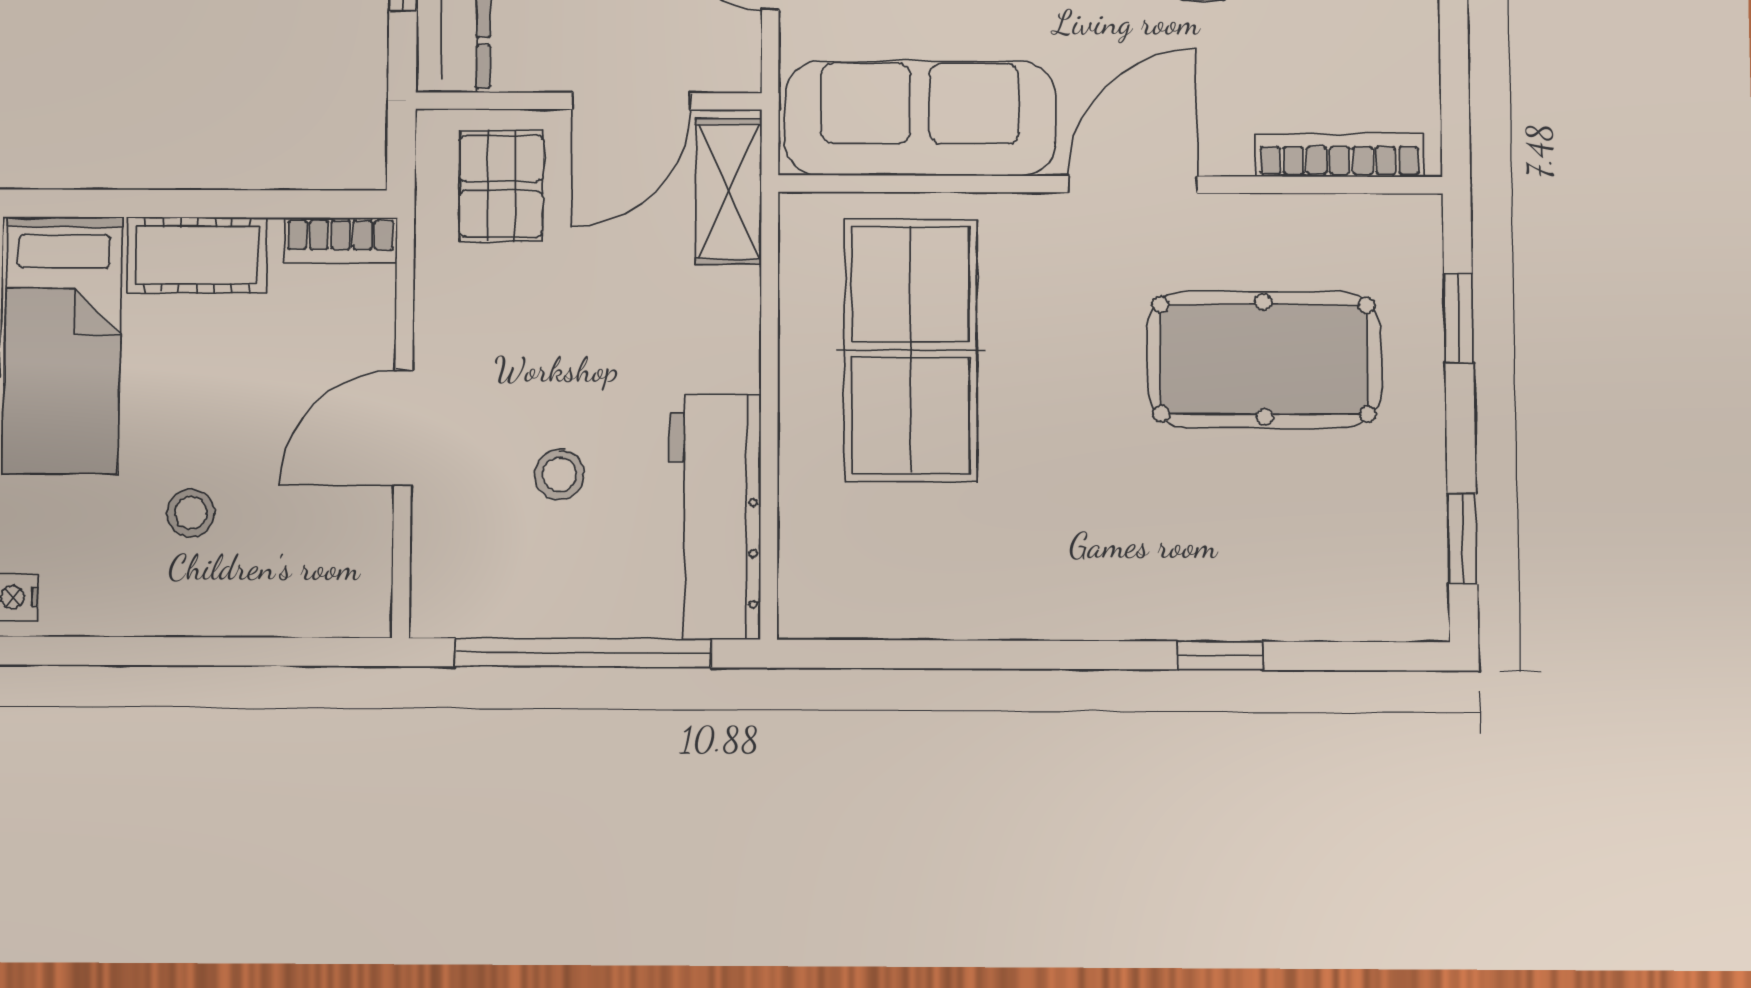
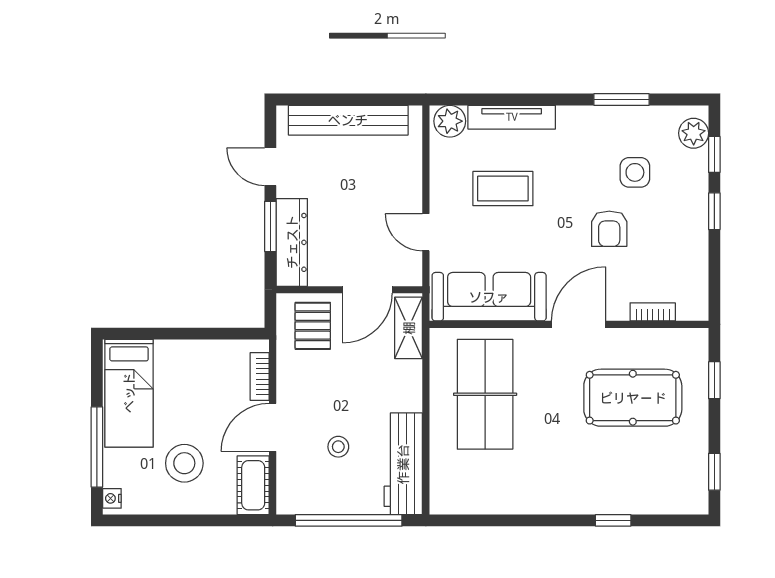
bookcase: (1340, 155) -> (653, 312), width x0.64
bookcase: (341, 240) -> (260, 376), moved, turned 90
cot: (197, 255) -> (253, 485), moved, turned 90
stool: (191, 513) -> (184, 463), width x1.89, depth x1.89

